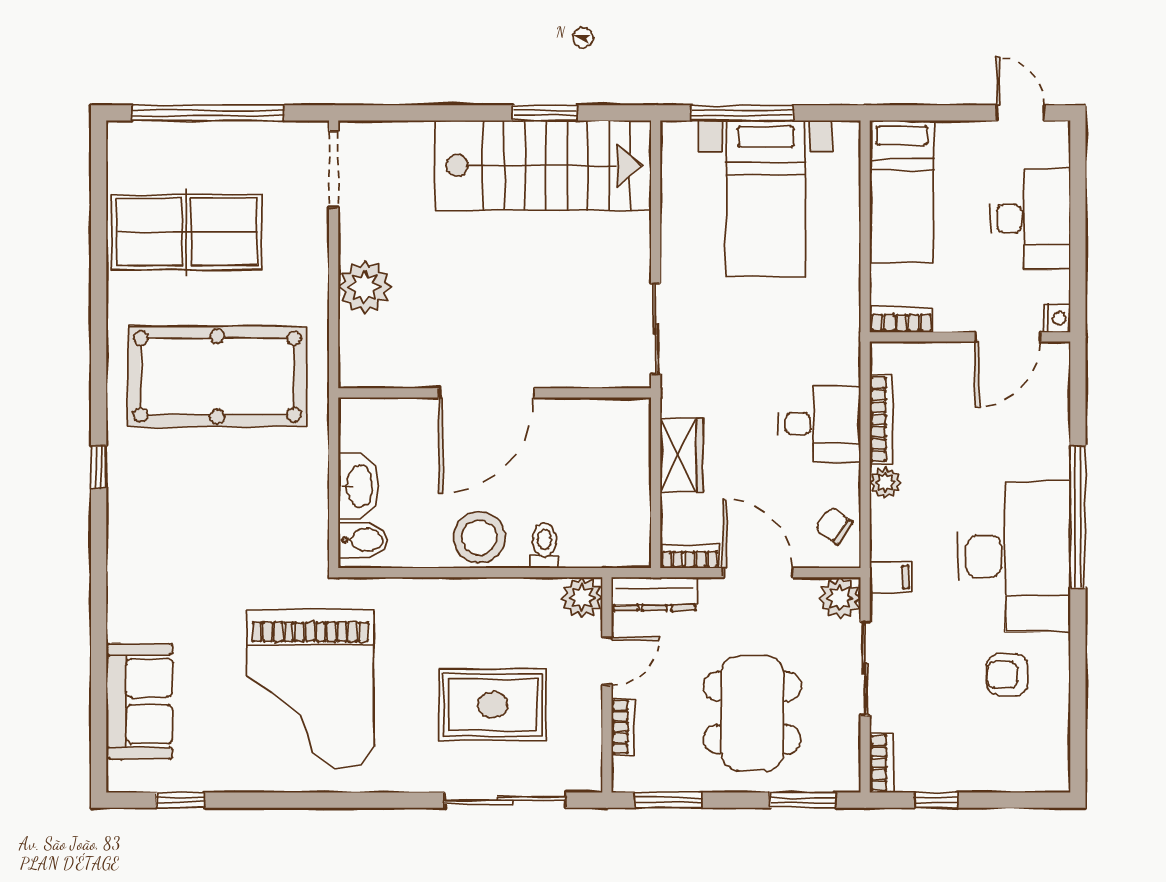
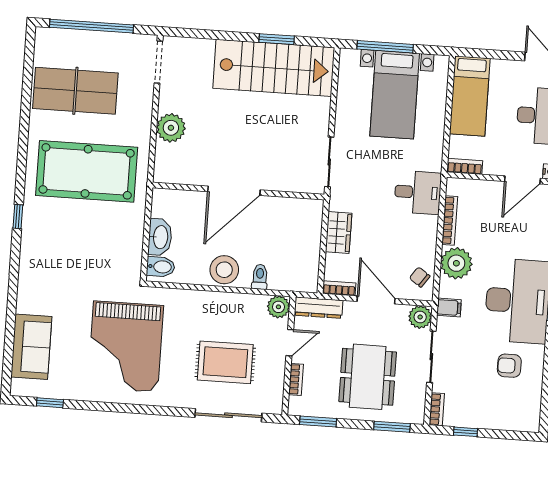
desk: (820, 424) -> (418, 192), moved
plant: (885, 483) -> (456, 263), width x1.87, depth x1.87

